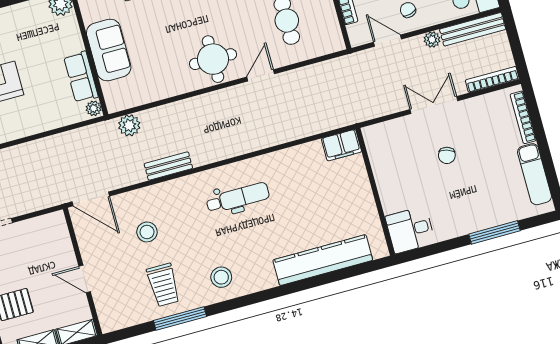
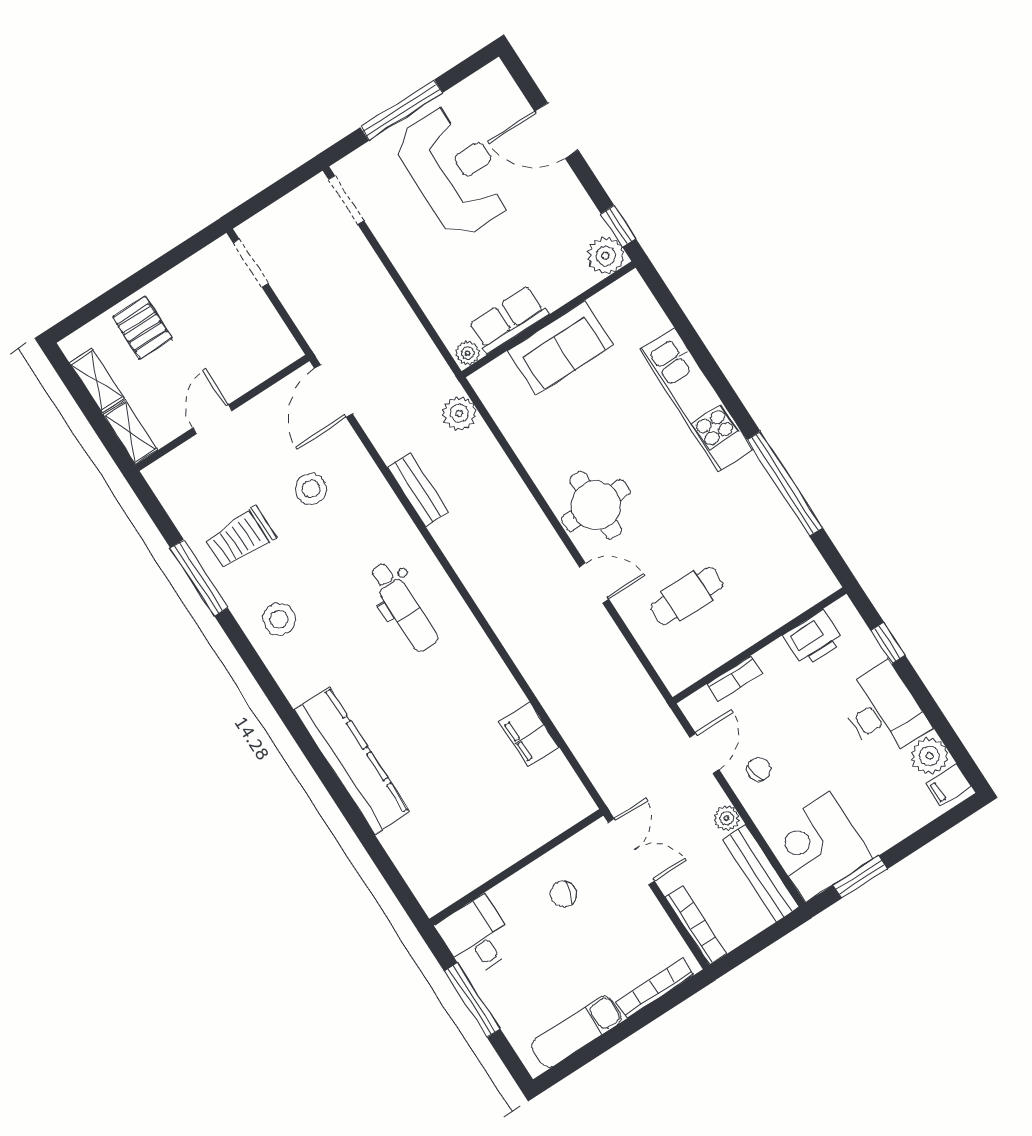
wall: (375, 192) -> (516, 867), moved
desk: (410, 230) -> (477, 936), moved

